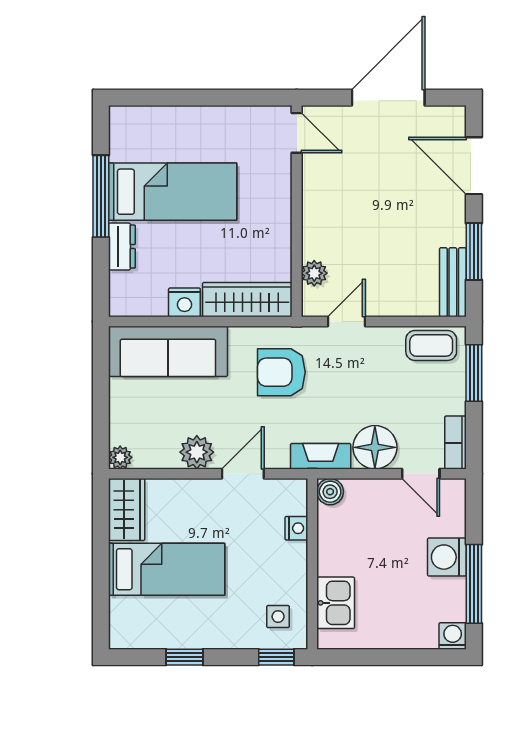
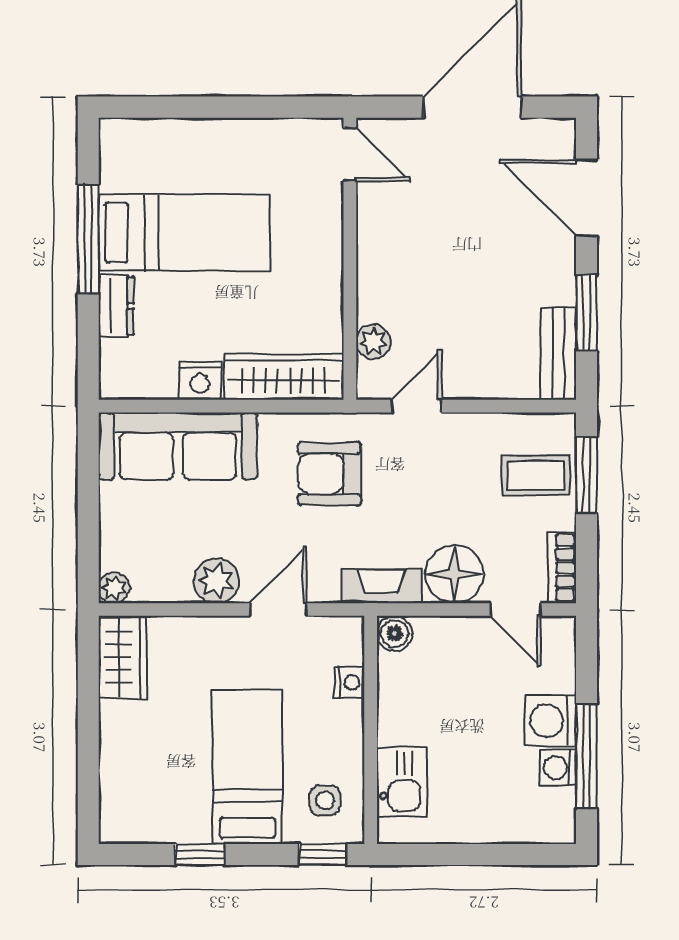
coffee table: (431, 345) -> (536, 475), moved
bed: (167, 569) -> (247, 767), moved, turned -90
washing machine: (453, 636) -> (558, 768), moved, turned -90

